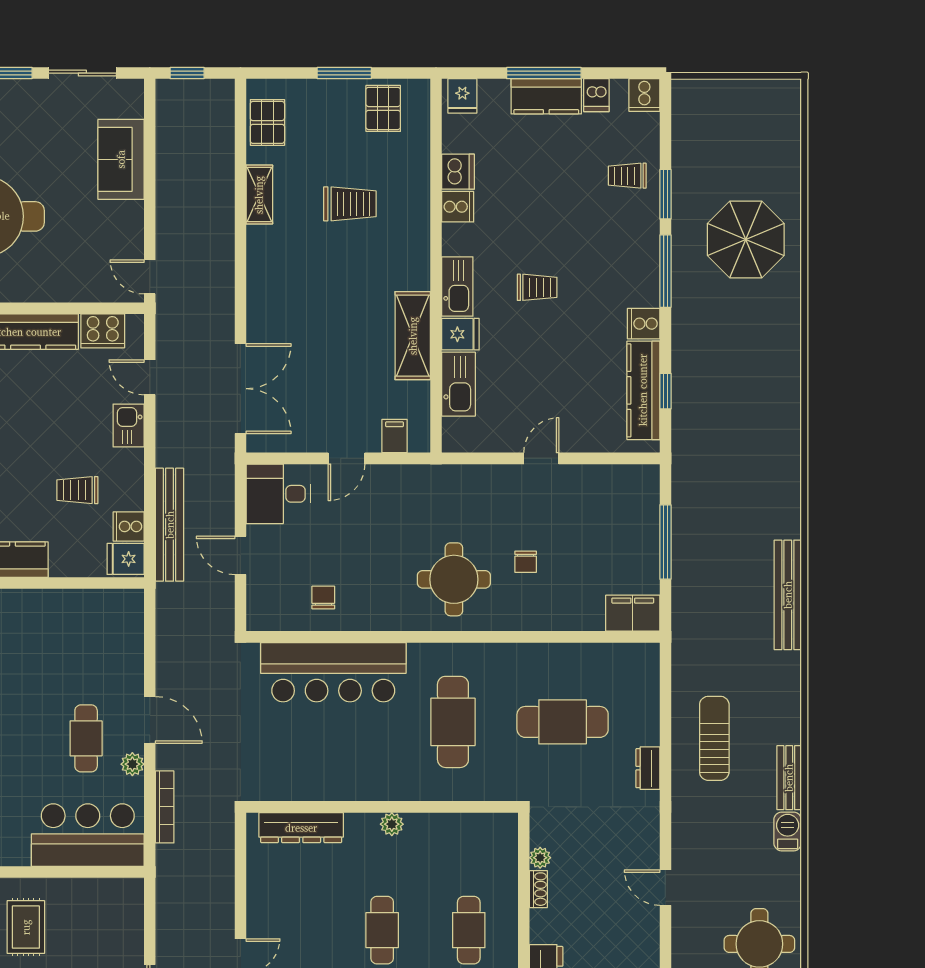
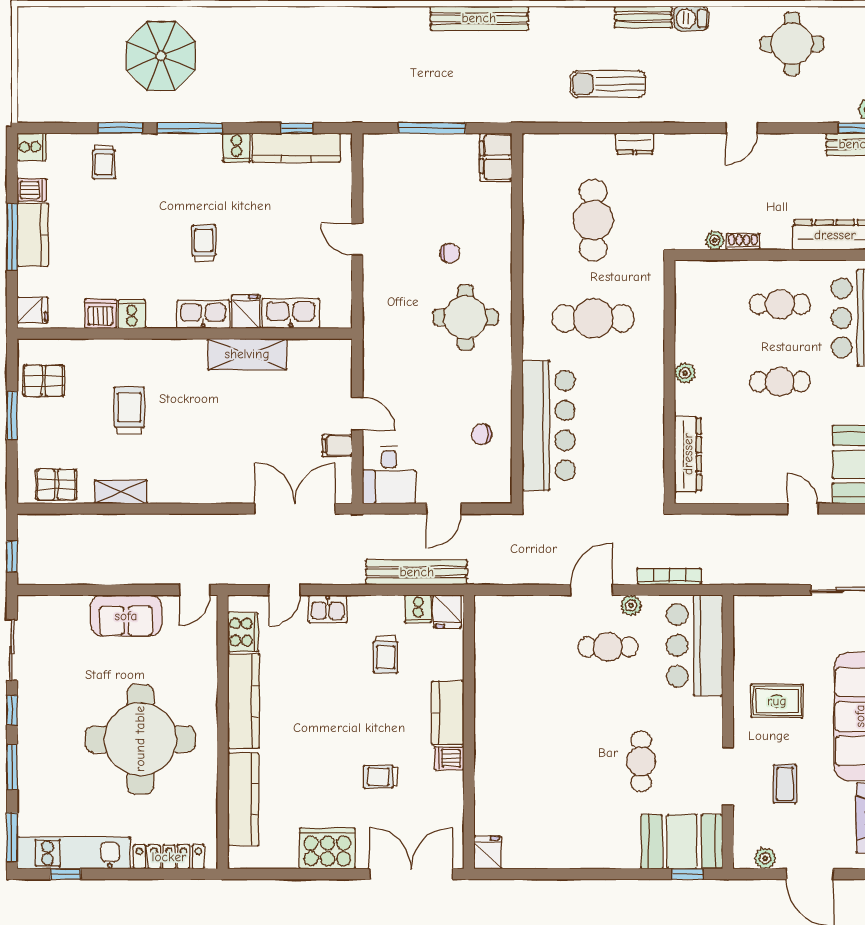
sofa: (121, 159) -> (126, 616), moved
filing cabinet: (394, 436) -> (337, 446), moved

